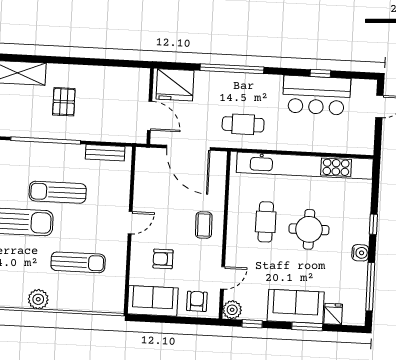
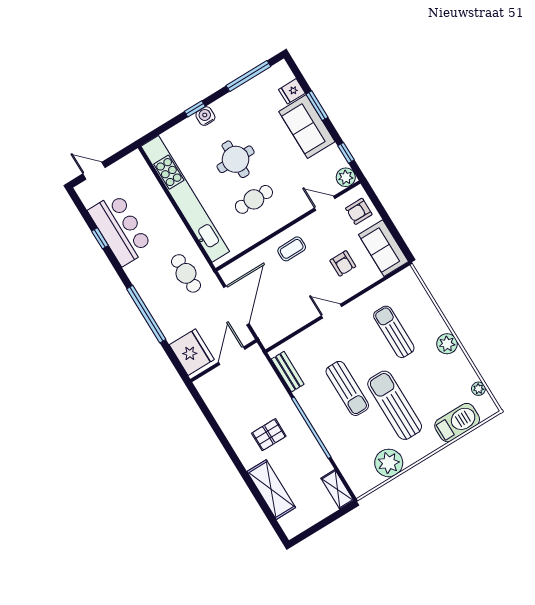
water cooler: (360, 253) -> (205, 116), moved

